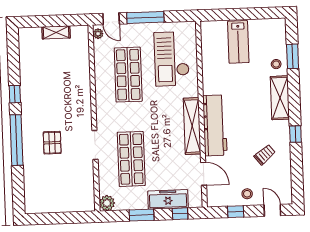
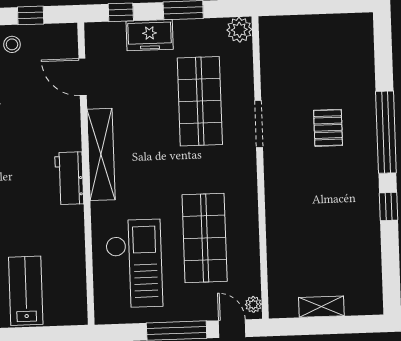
workbench: (215, 125) -> (69, 178), width x0.53, depth x0.76
freezer: (168, 199) -> (150, 35), width x0.71

